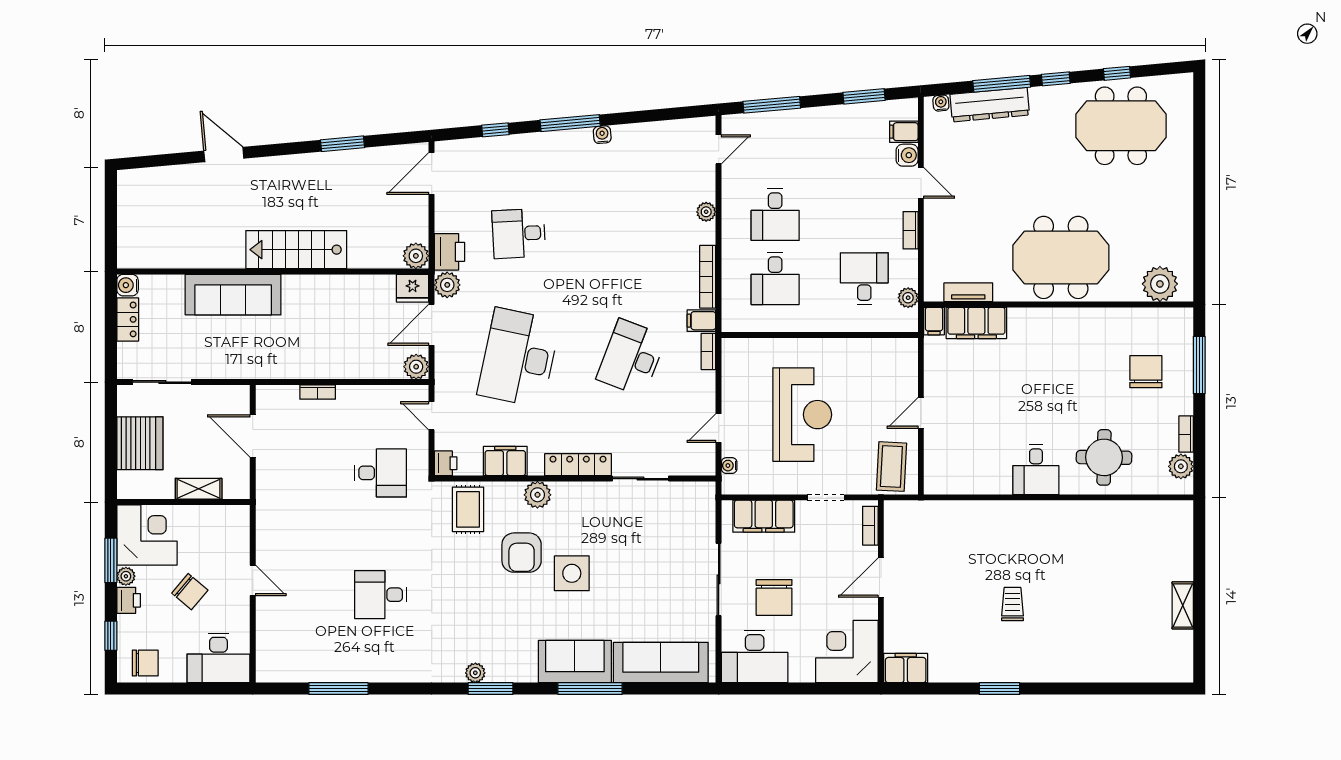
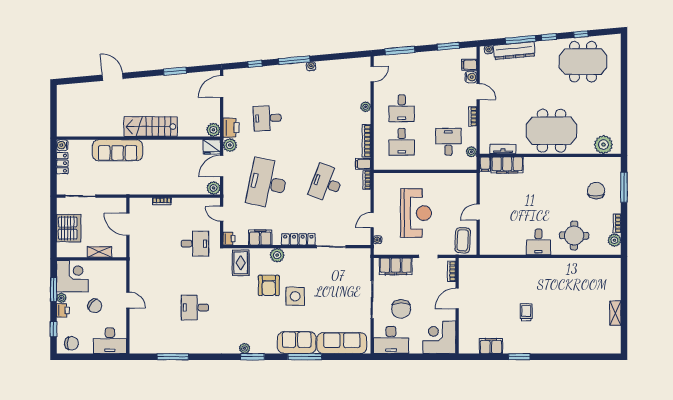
filing cabinet: (906, 668) -> (491, 346), moved

